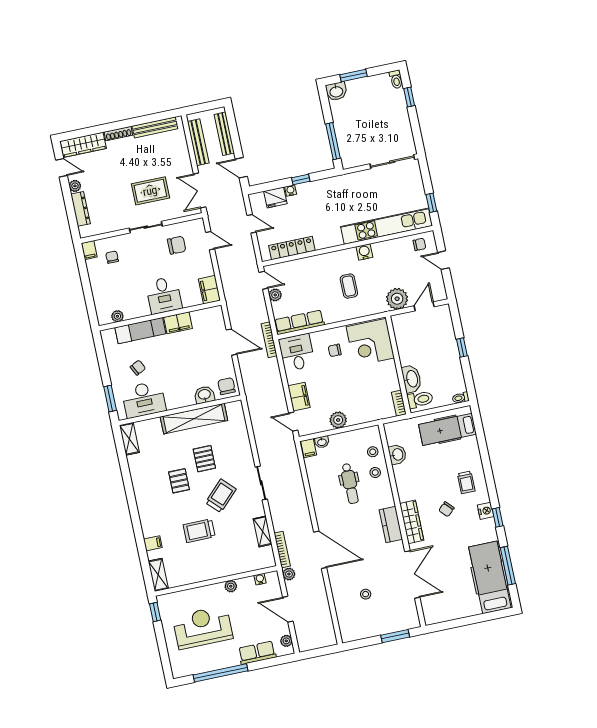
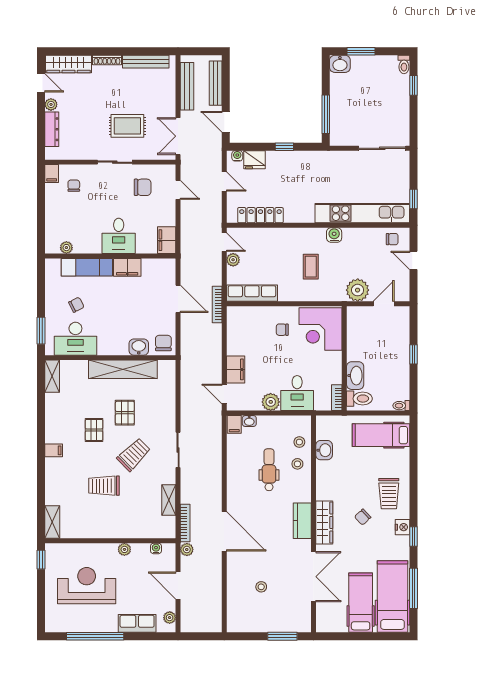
water cooler: (291, 191) -> (237, 156), moved
desk: (297, 353) -> (297, 393), moved, turned 180
trolley: (466, 482) -> (389, 494), width x1.36, depth x1.39
dental chair: (350, 484) -> (269, 470), turned 180
filing cabinet: (153, 543) -> (54, 450), moved
hospital bed: (461, 589) -> (361, 603), added

